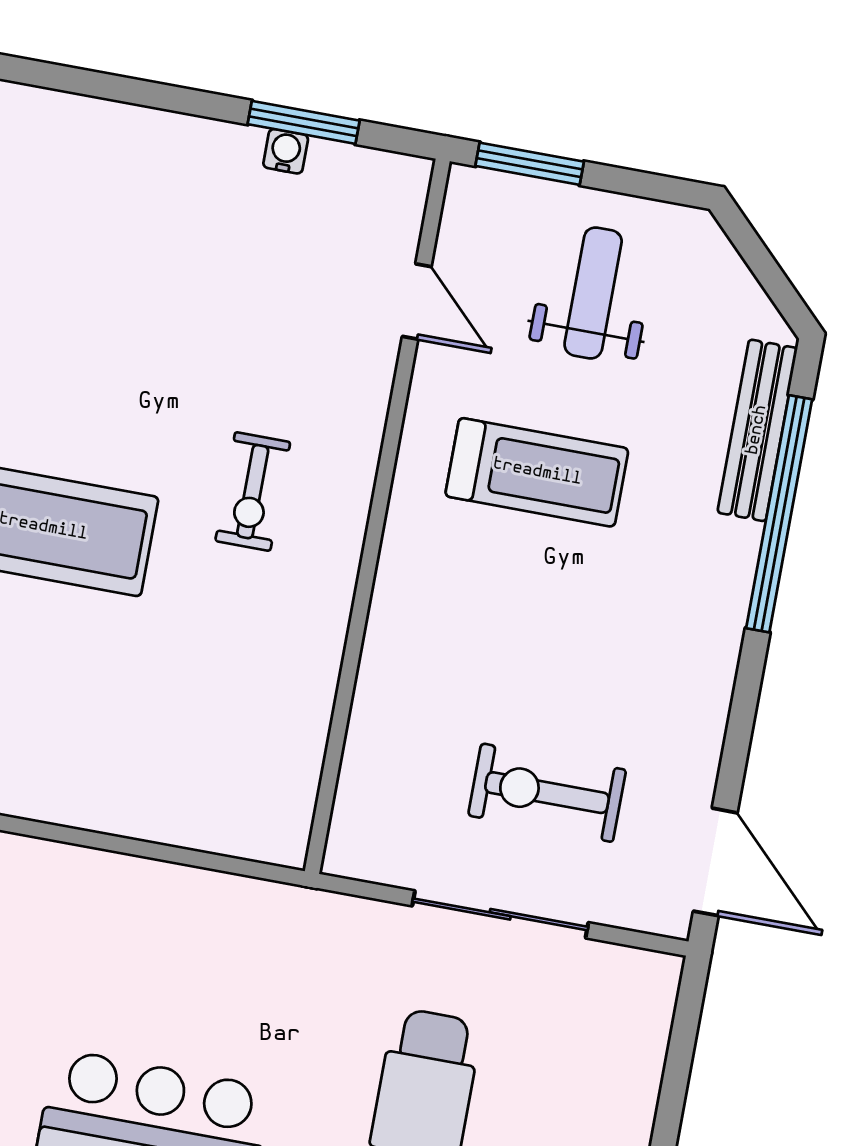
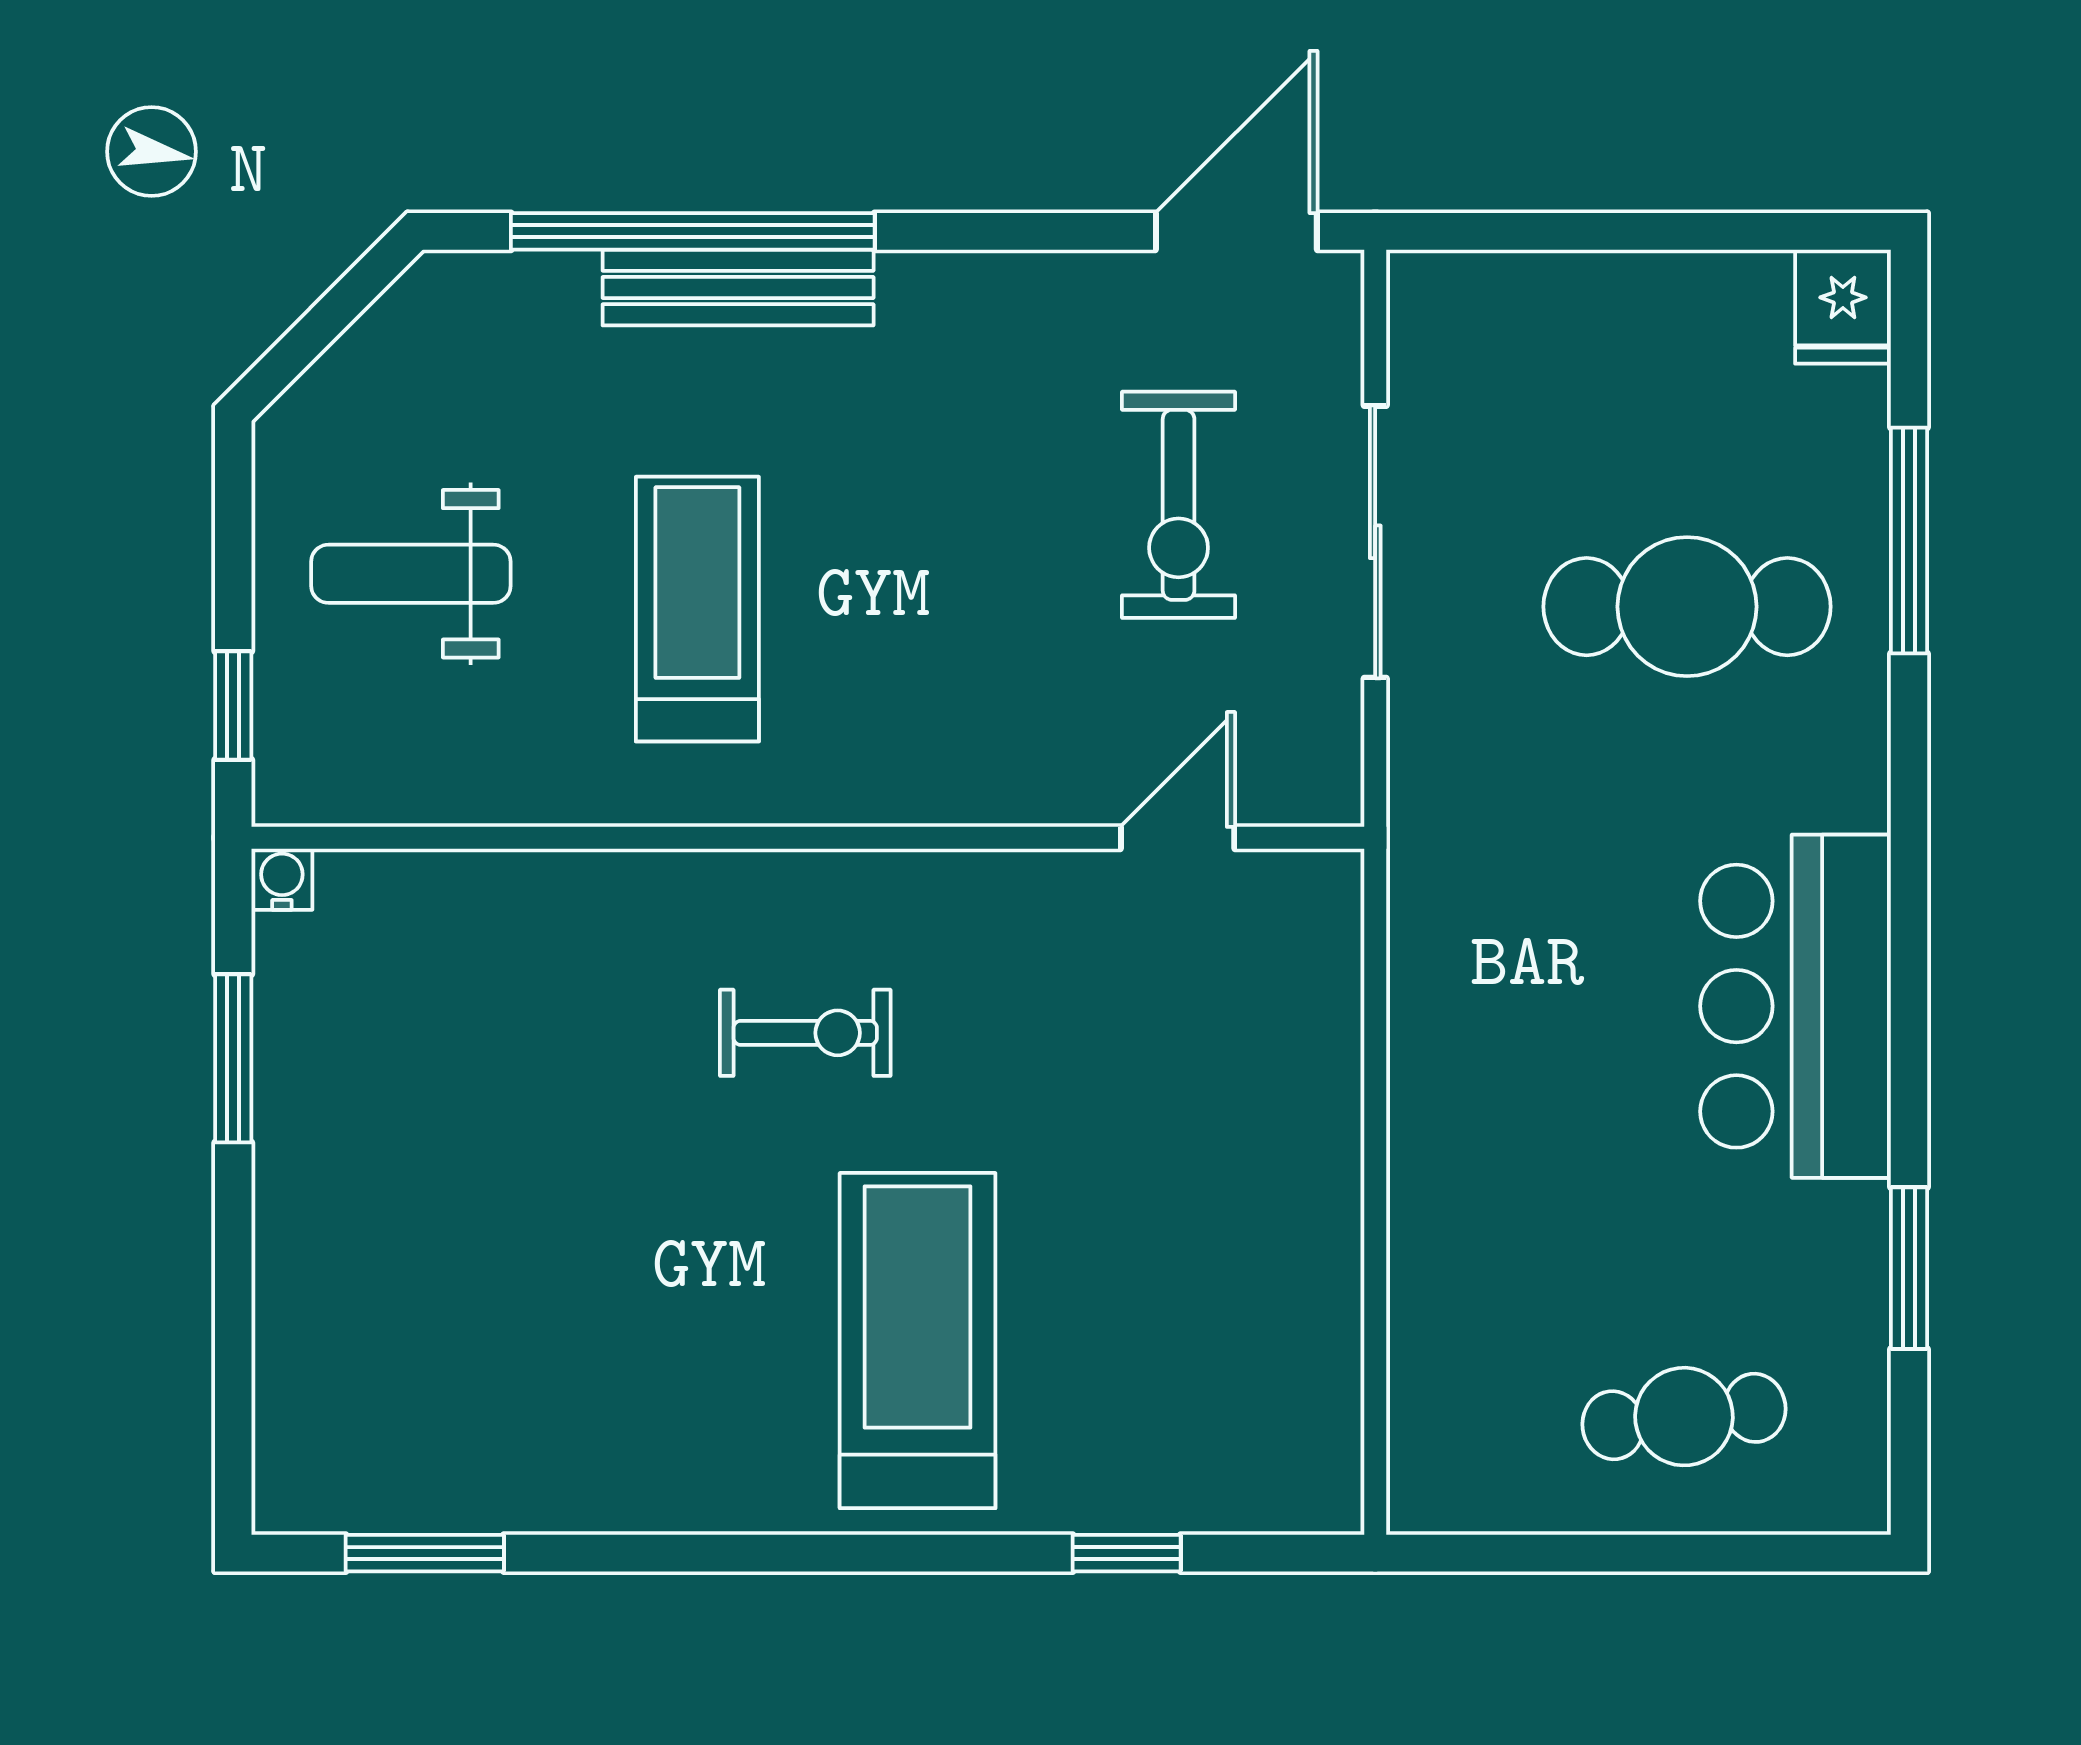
water cooler: (286, 151) -> (282, 879), moved, turned 90
window: (530, 164) -> (233, 705), width x0.67
door: (417, 302) -> (1178, 838), moved
bench: (757, 430) -> (738, 287), moved

